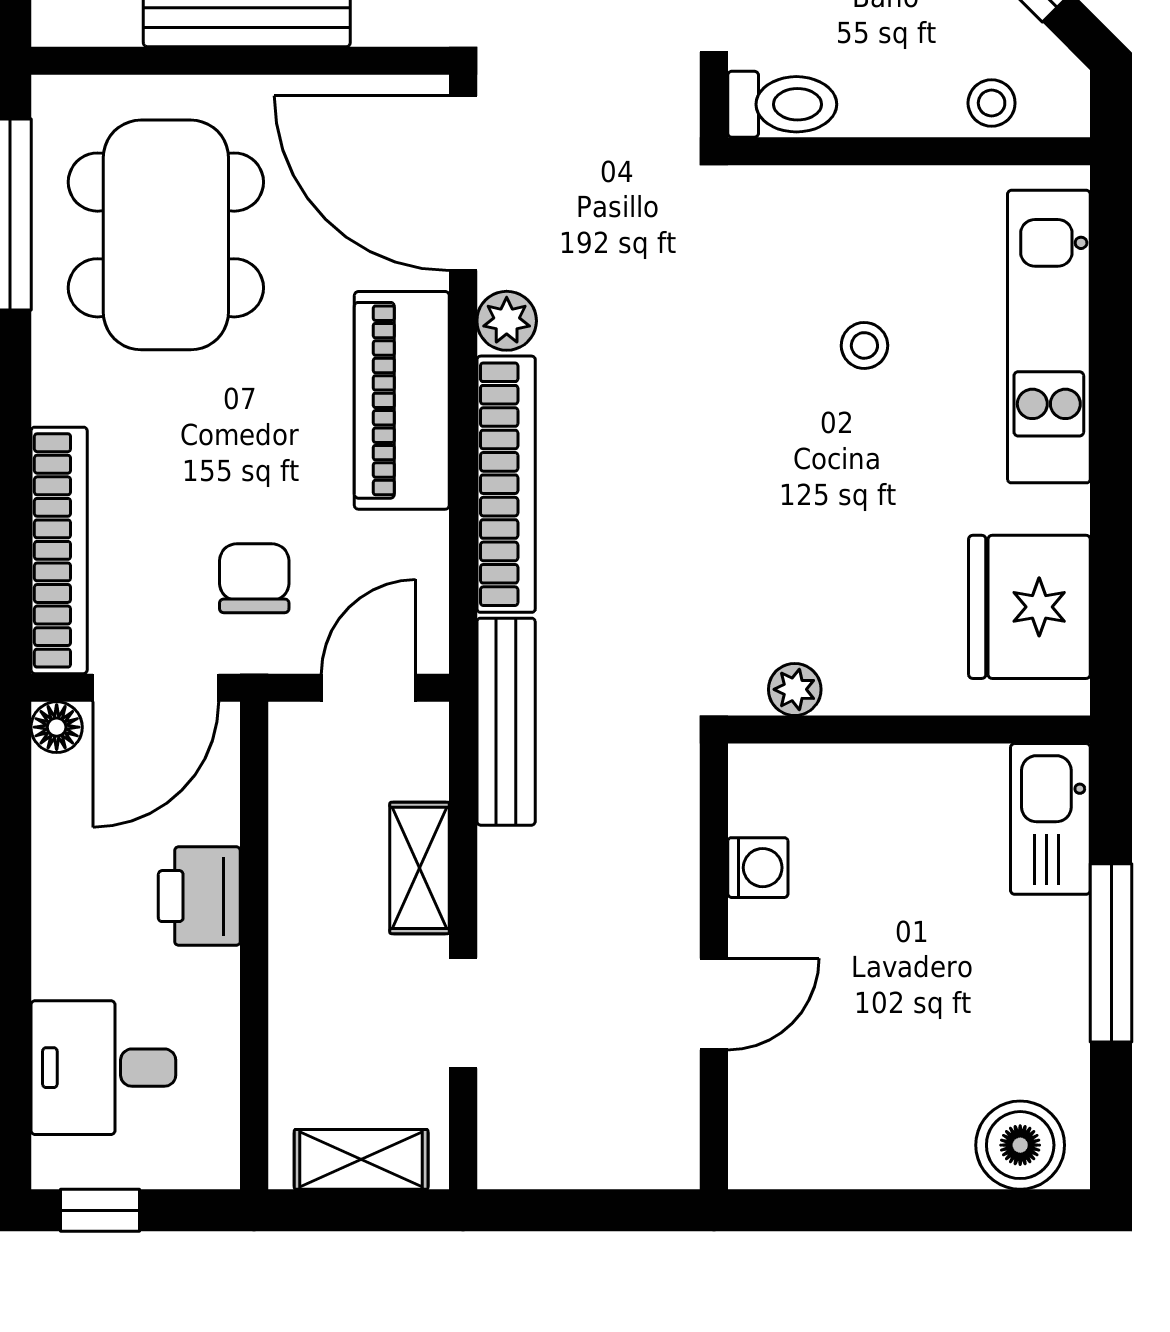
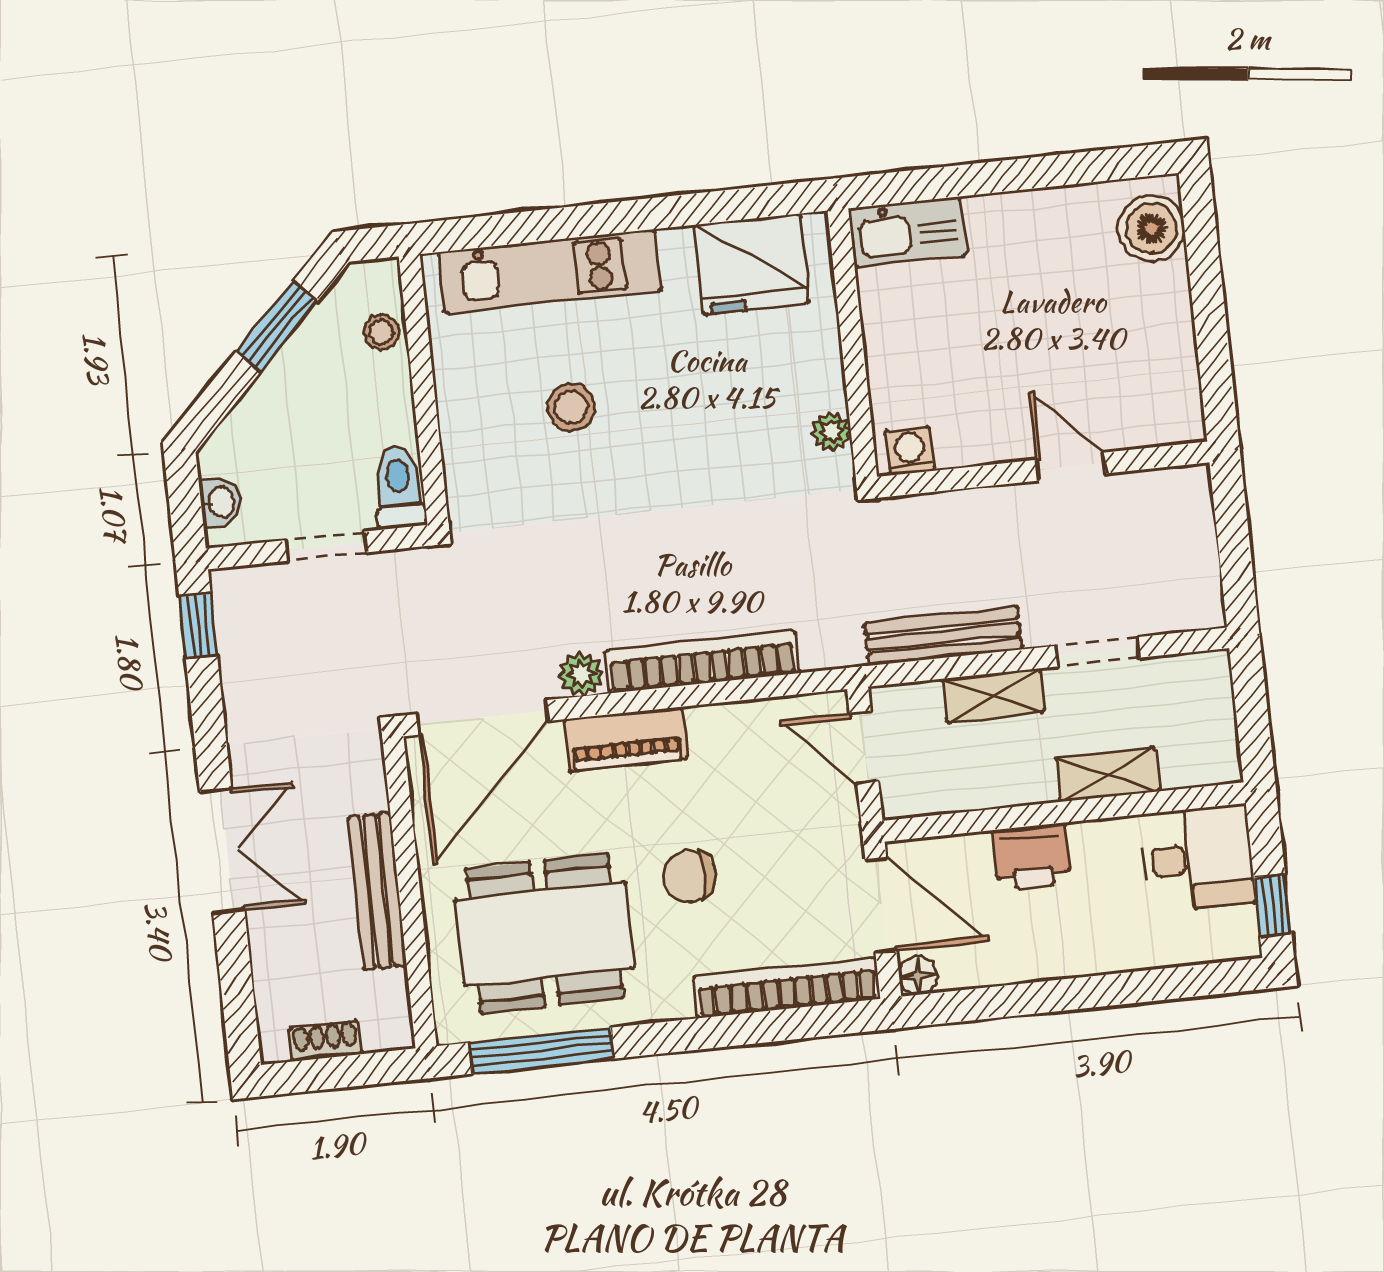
stool: (864, 345) -> (571, 407), width x1.37, depth x1.37
piano: (402, 400) -> (626, 739), width x0.73, depth x0.75
chair: (254, 578) -> (689, 877), moved
bench: (506, 722) -> (943, 636), moved
washing machine: (758, 868) -> (910, 451), moved
window: (1111, 953) -> (1002, 176), removed
desk: (103, 1068) -> (1198, 858), moved, turned -90
shelving: (361, 1159) -> (1107, 774), moved, turned 90

